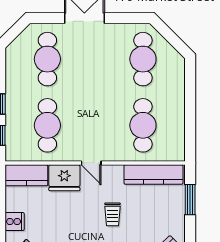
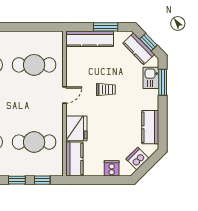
door: (91, 163) -> (65, 95), moved
kitchen counter: (153, 175) -> (90, 39), moved, turned 90
window: (190, 200) -> (106, 27), moved

